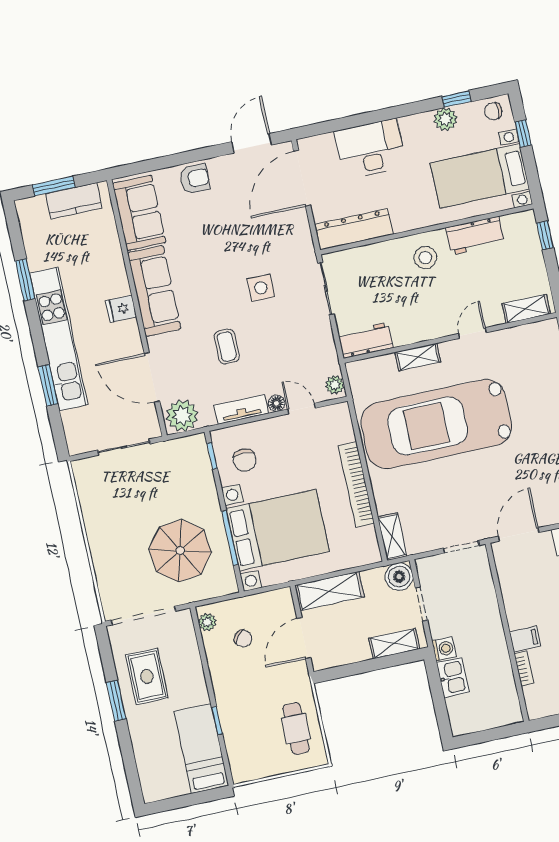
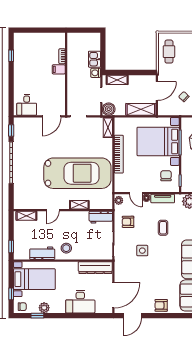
armchair: (305, 343) -> (128, 222), added

